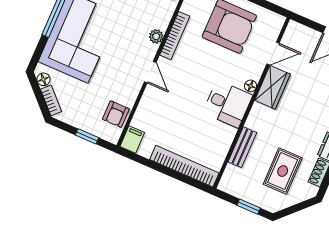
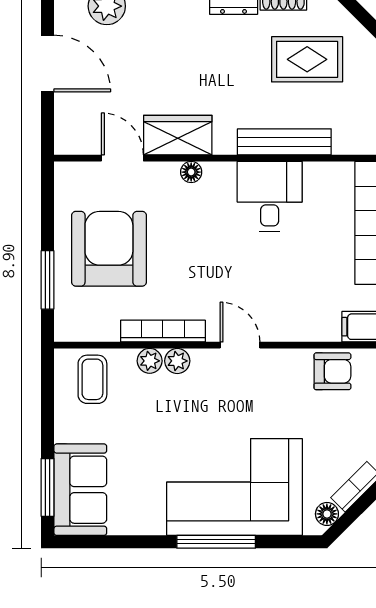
plant: (162, 22) -> (150, 361), added
door: (150, 72) -> (240, 345), hinge flipped
desk: (228, 104) -> (270, 196), moved
bench: (242, 147) -> (284, 142), width x1.36

